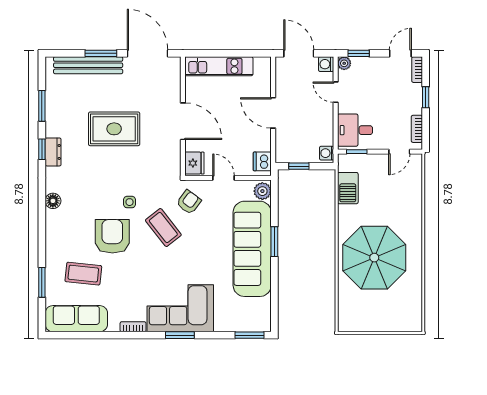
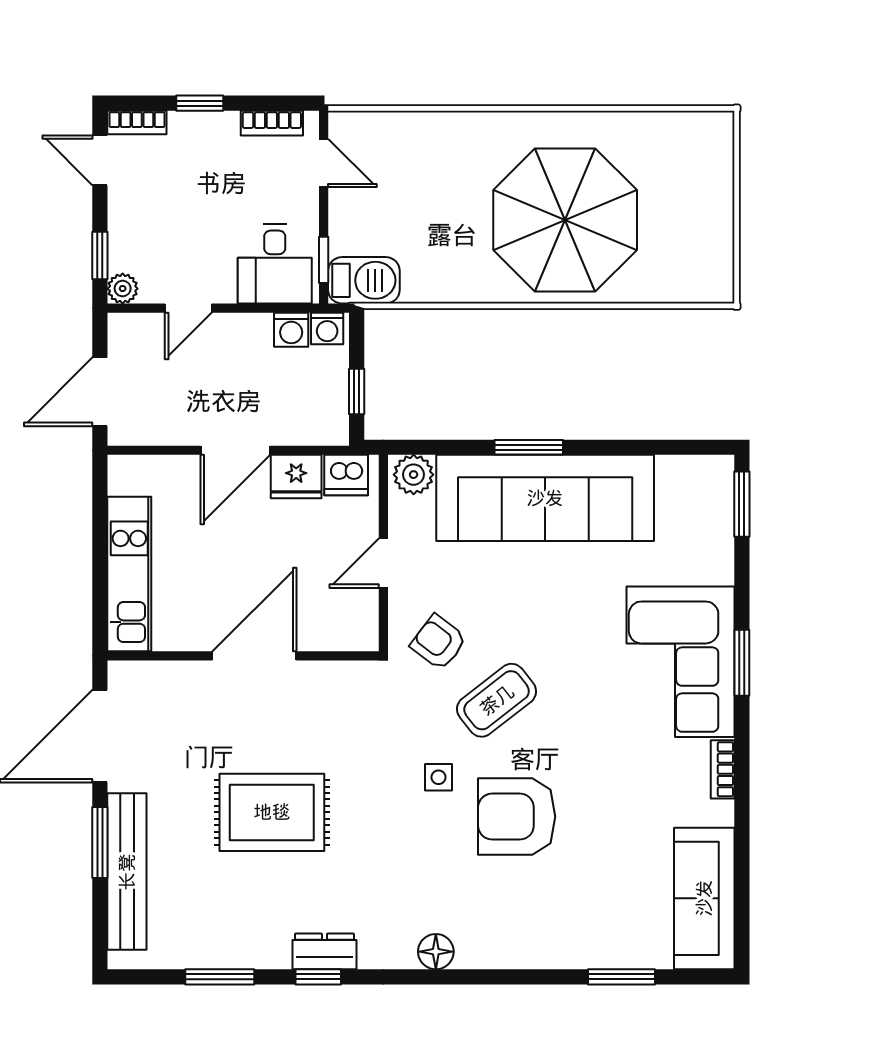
washing machine: (326, 64) -> (291, 330), moved
rug: (114, 129) -> (272, 812), turned 90
fridge: (194, 163) -> (296, 477), moved, turned 180
barbecue: (348, 188) -> (364, 280), moved
coffee table: (83, 274) -> (602, 882), removed

